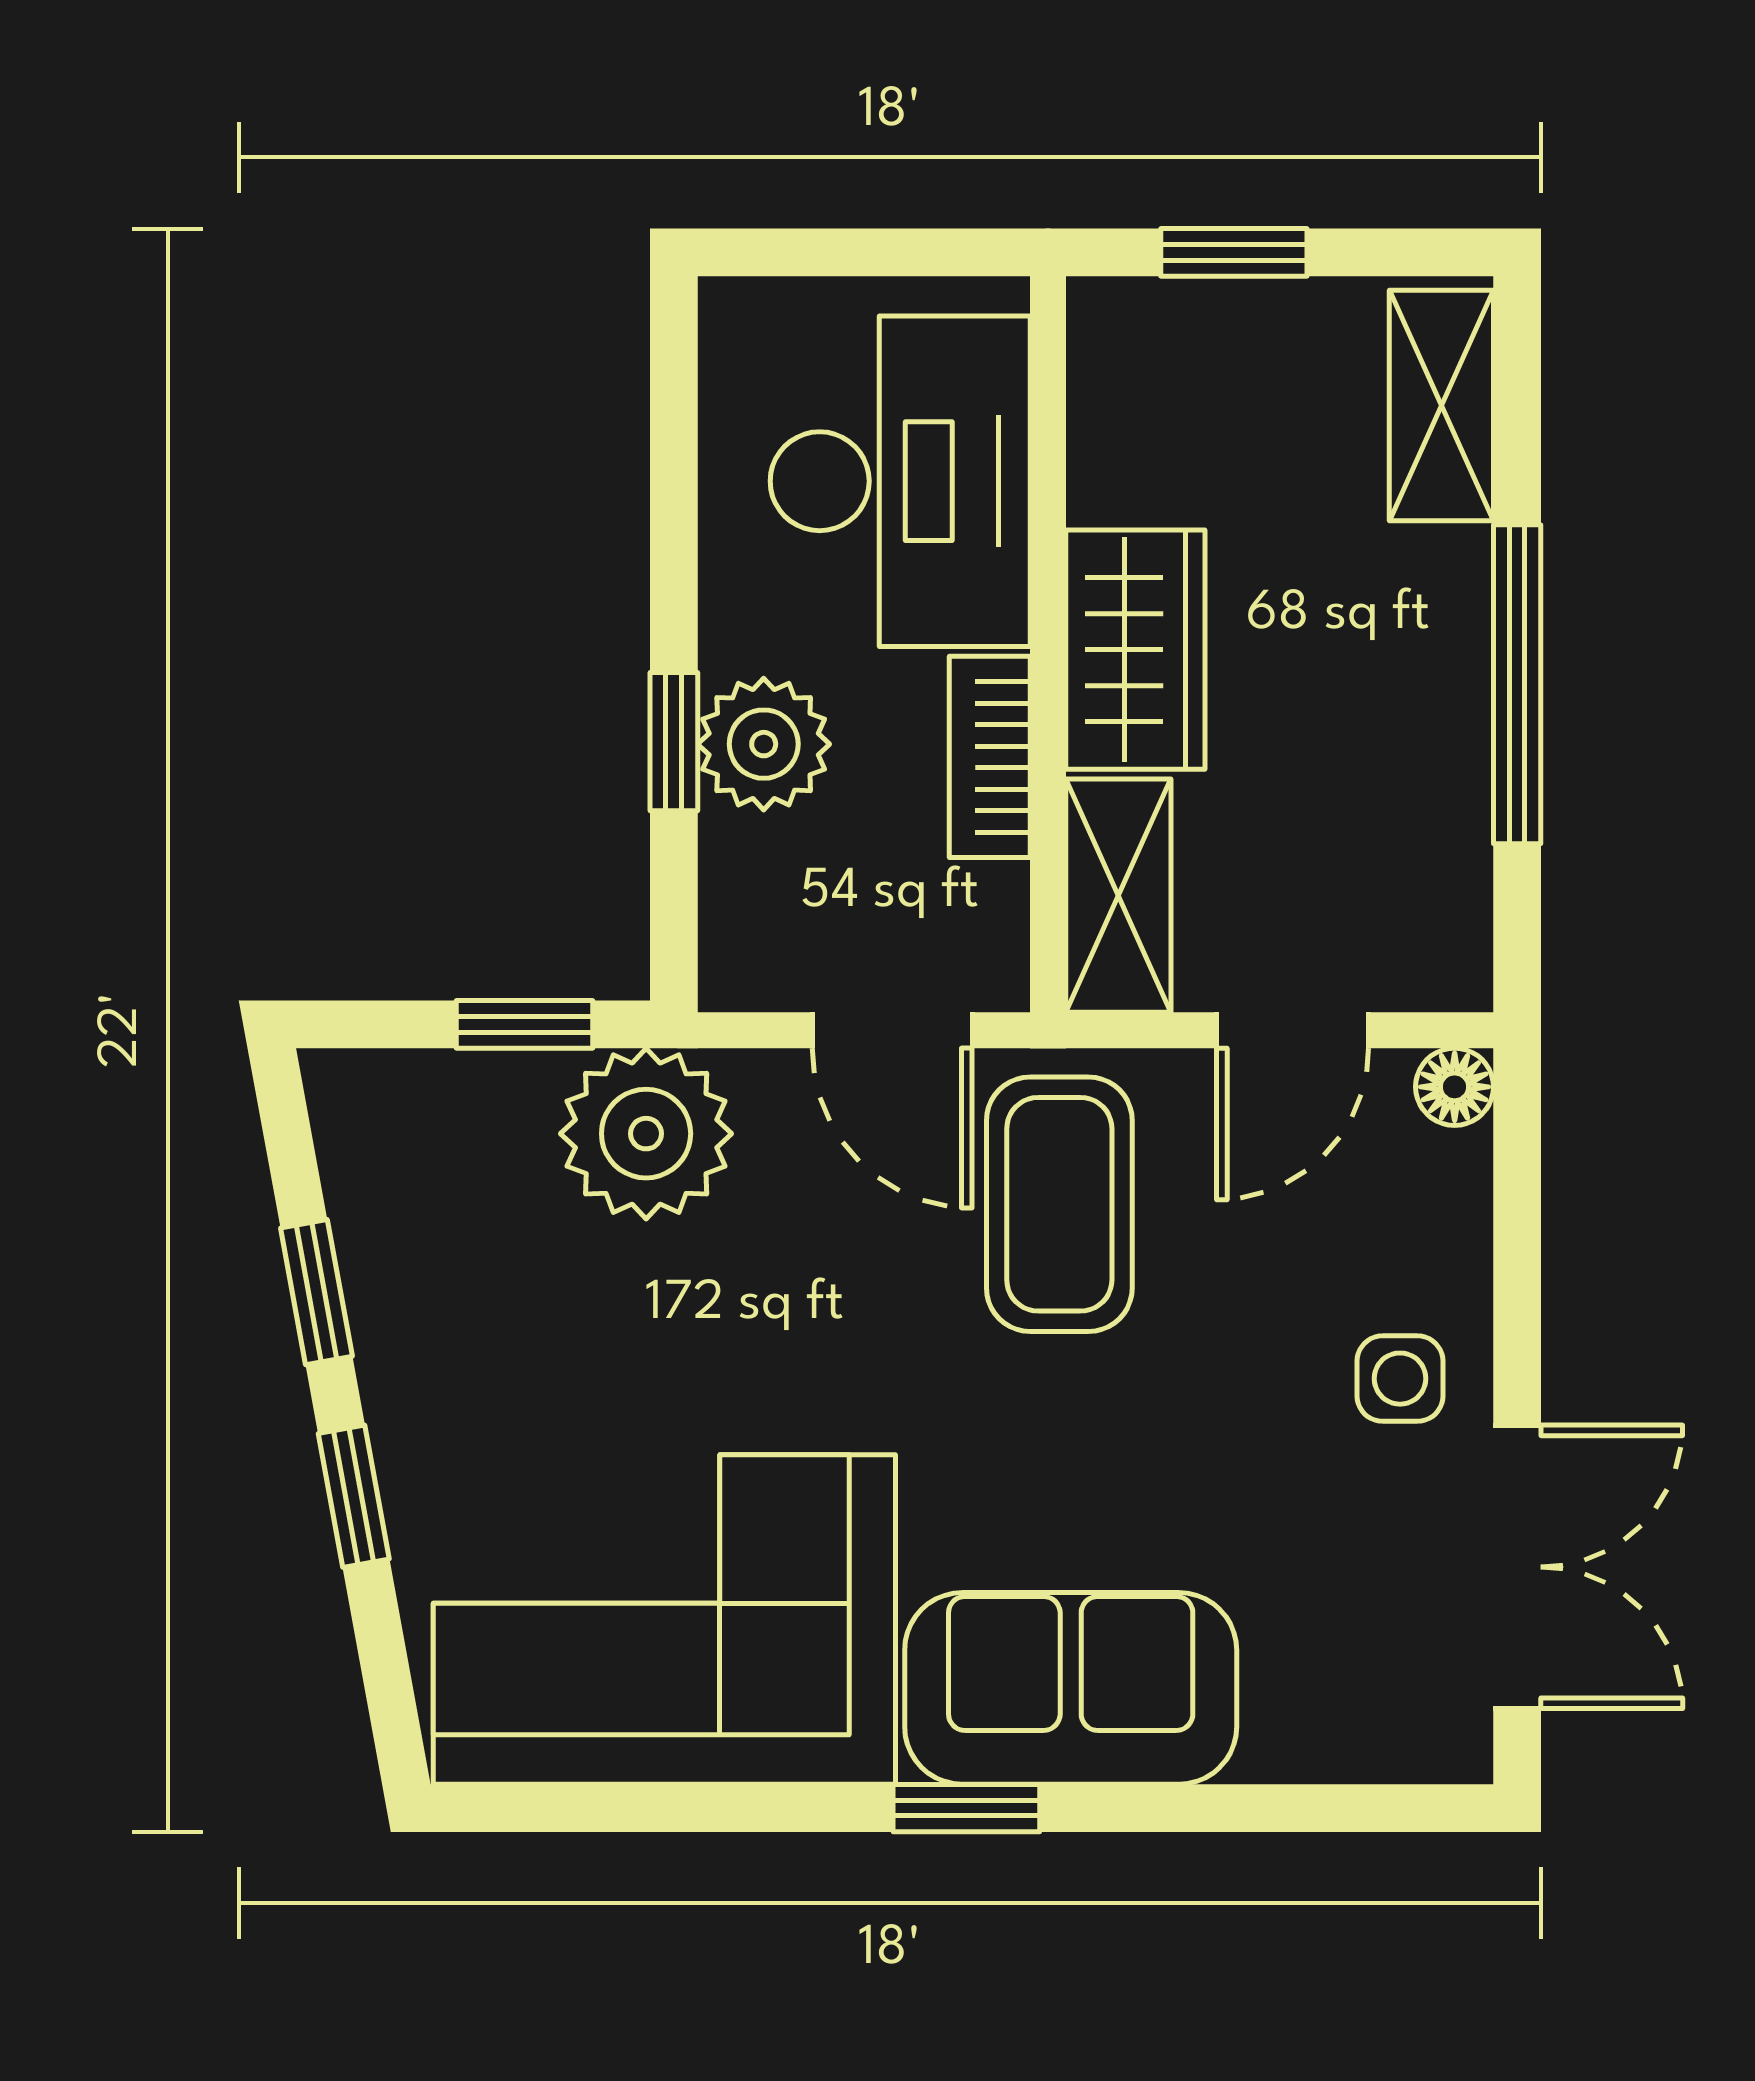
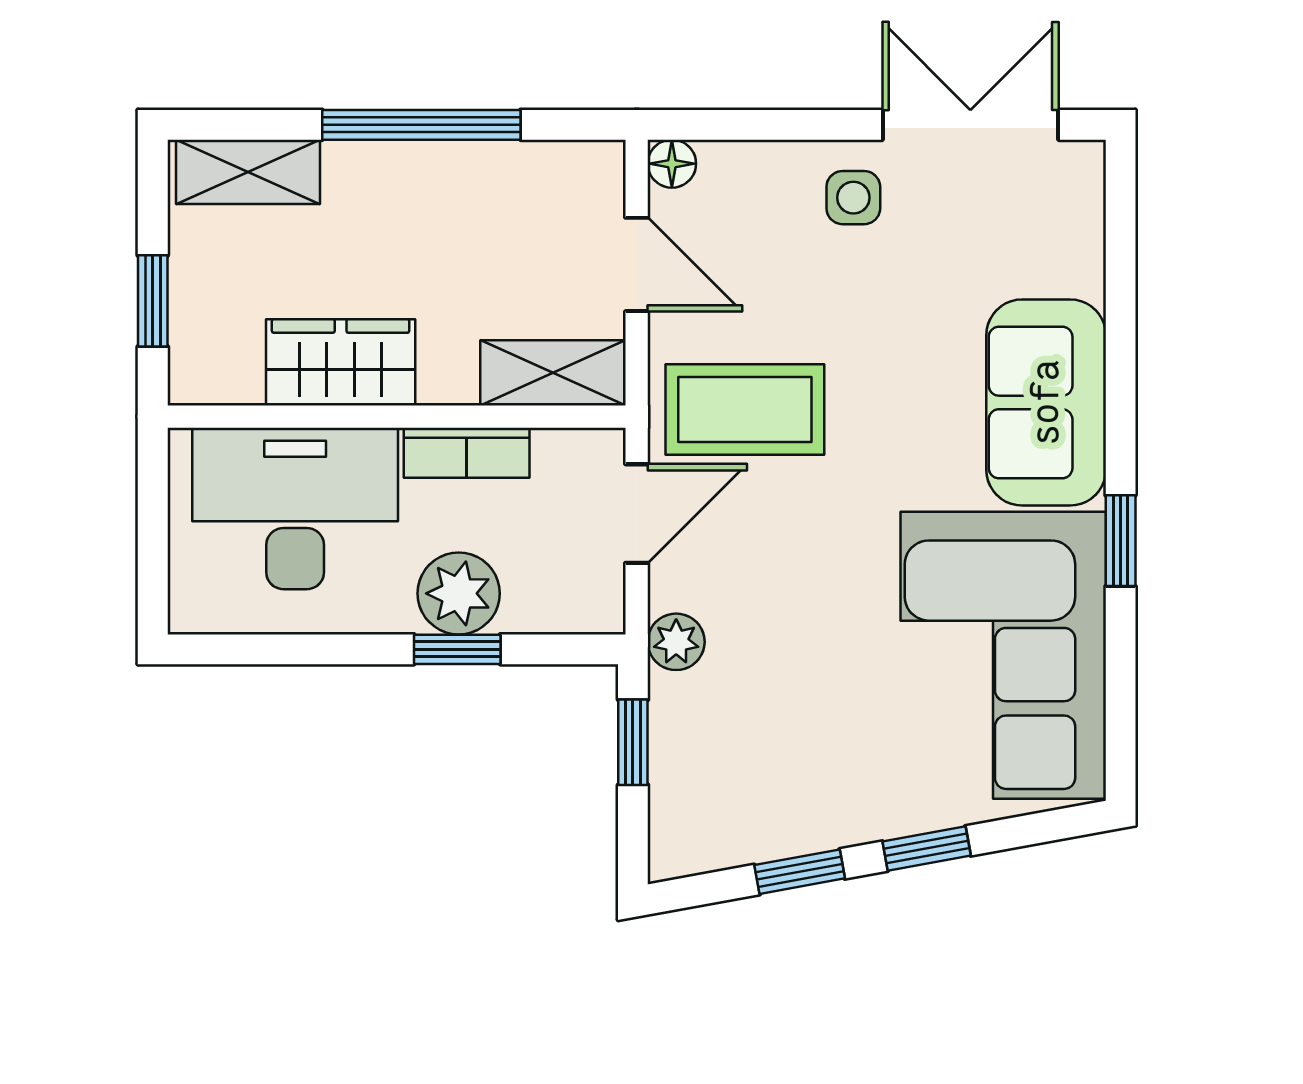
wardrobe: (1135, 650) -> (341, 362), moved
plant: (646, 1134) -> (676, 642), width x0.53, depth x0.53
window: (966, 1808) -> (1121, 541), moved

